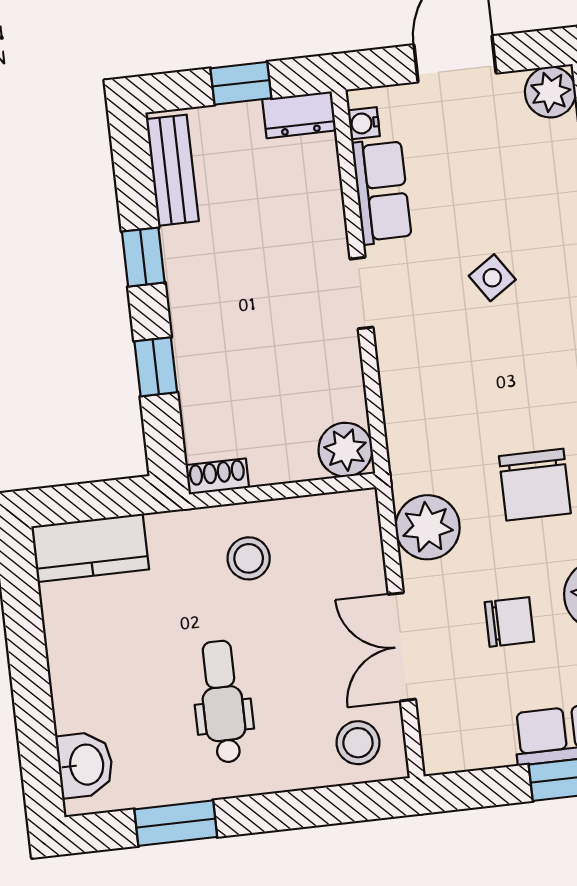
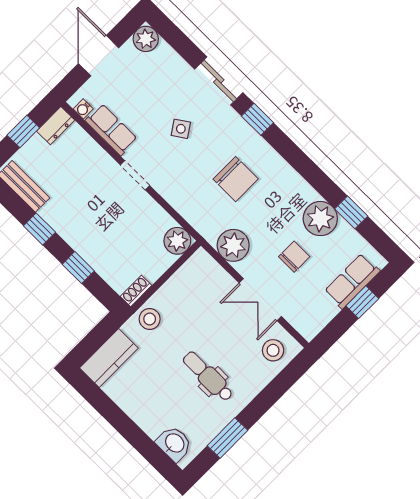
chair: (535, 485) -> (236, 179), moved
stool: (249, 558) -> (150, 319), moved

